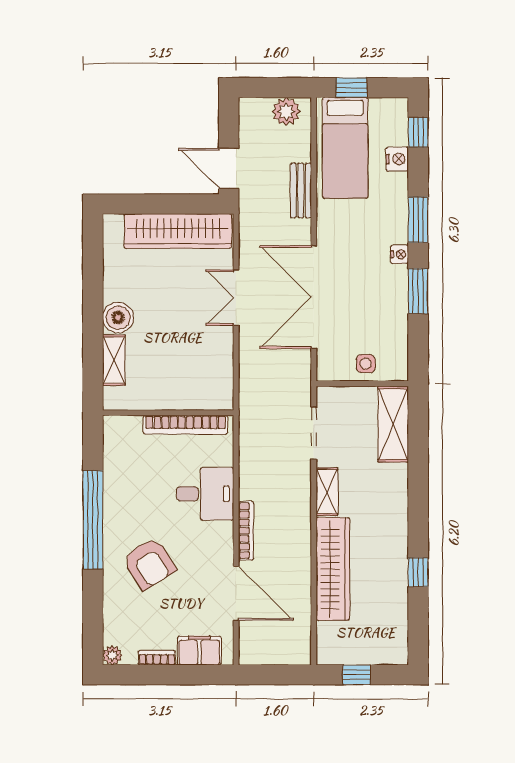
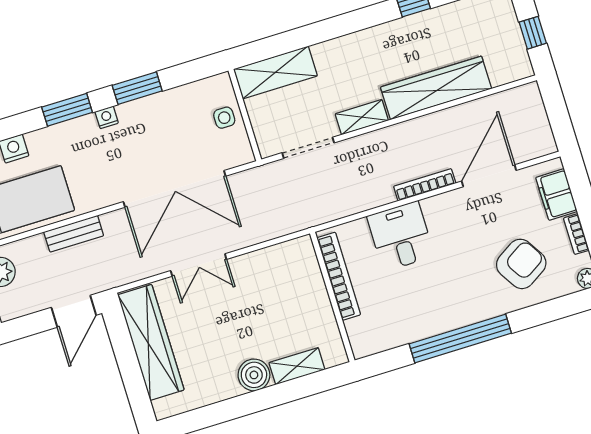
armchair: (149, 564) -> (521, 264), moved

